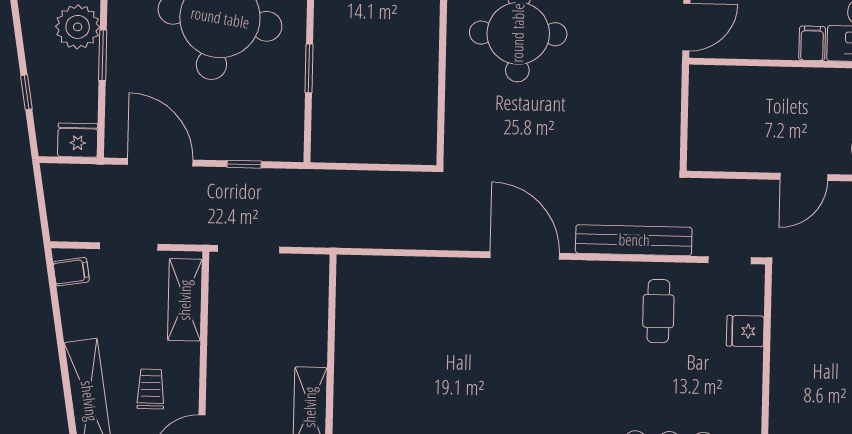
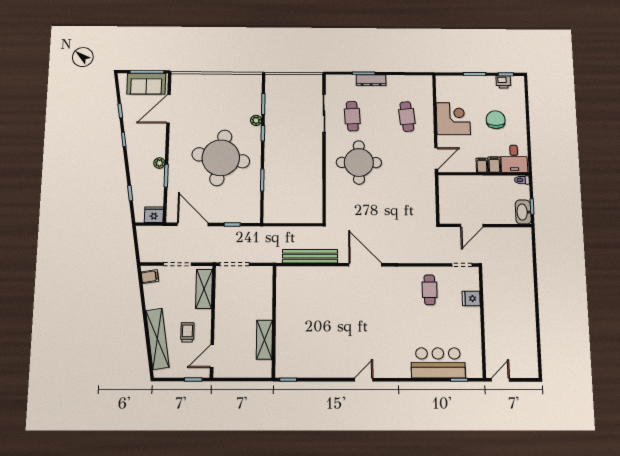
plant: (78, 27) -> (159, 163), width x0.53, depth x0.53
filing cabinet: (785, 44) -> (482, 165), added
door: (804, 177) -> (472, 225), moved
bench: (634, 240) -> (310, 256), moved

